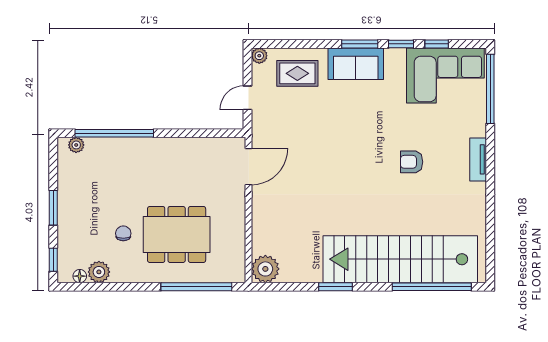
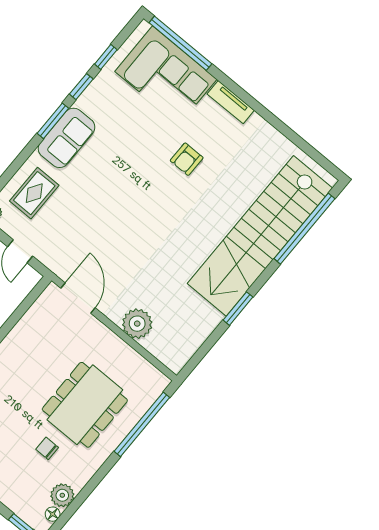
corner sofa: (445, 75) -> (166, 75), moved, turned 90
plant: (265, 269) -> (137, 324), moved

